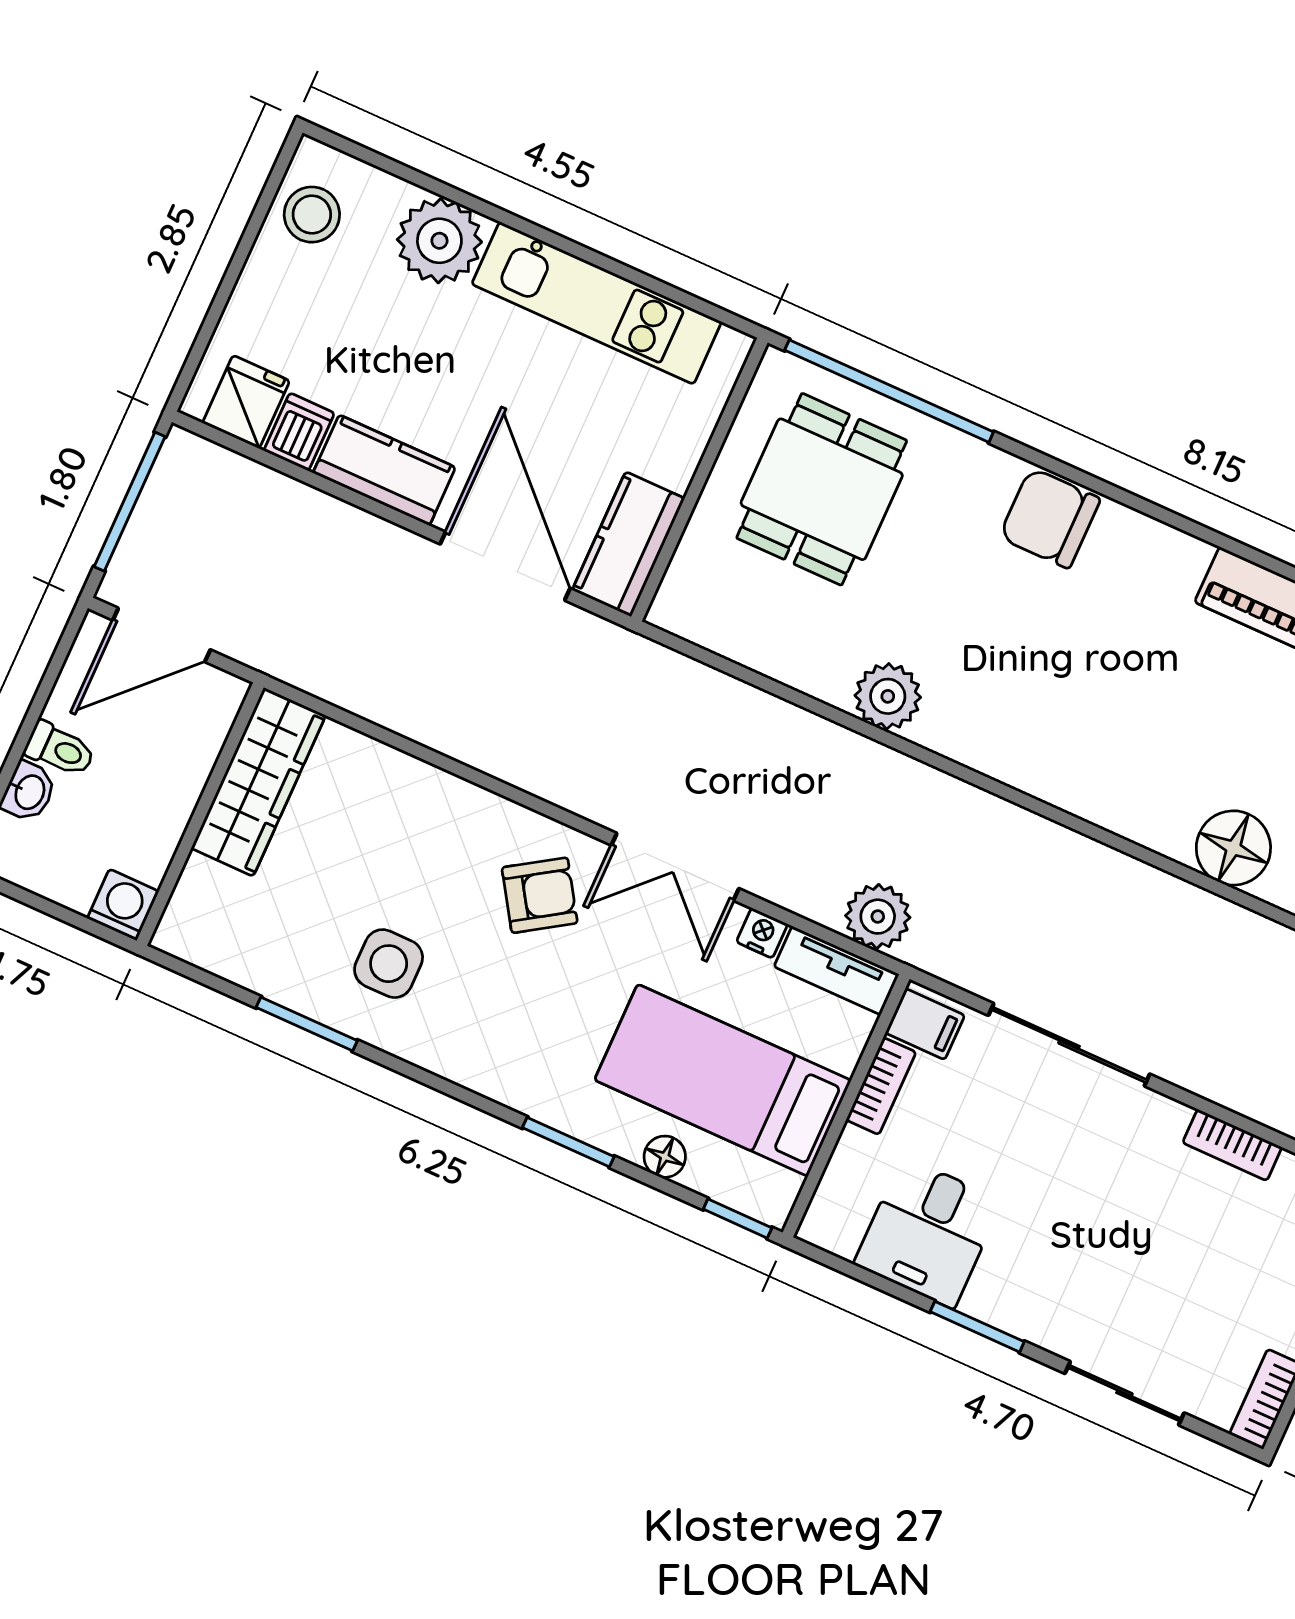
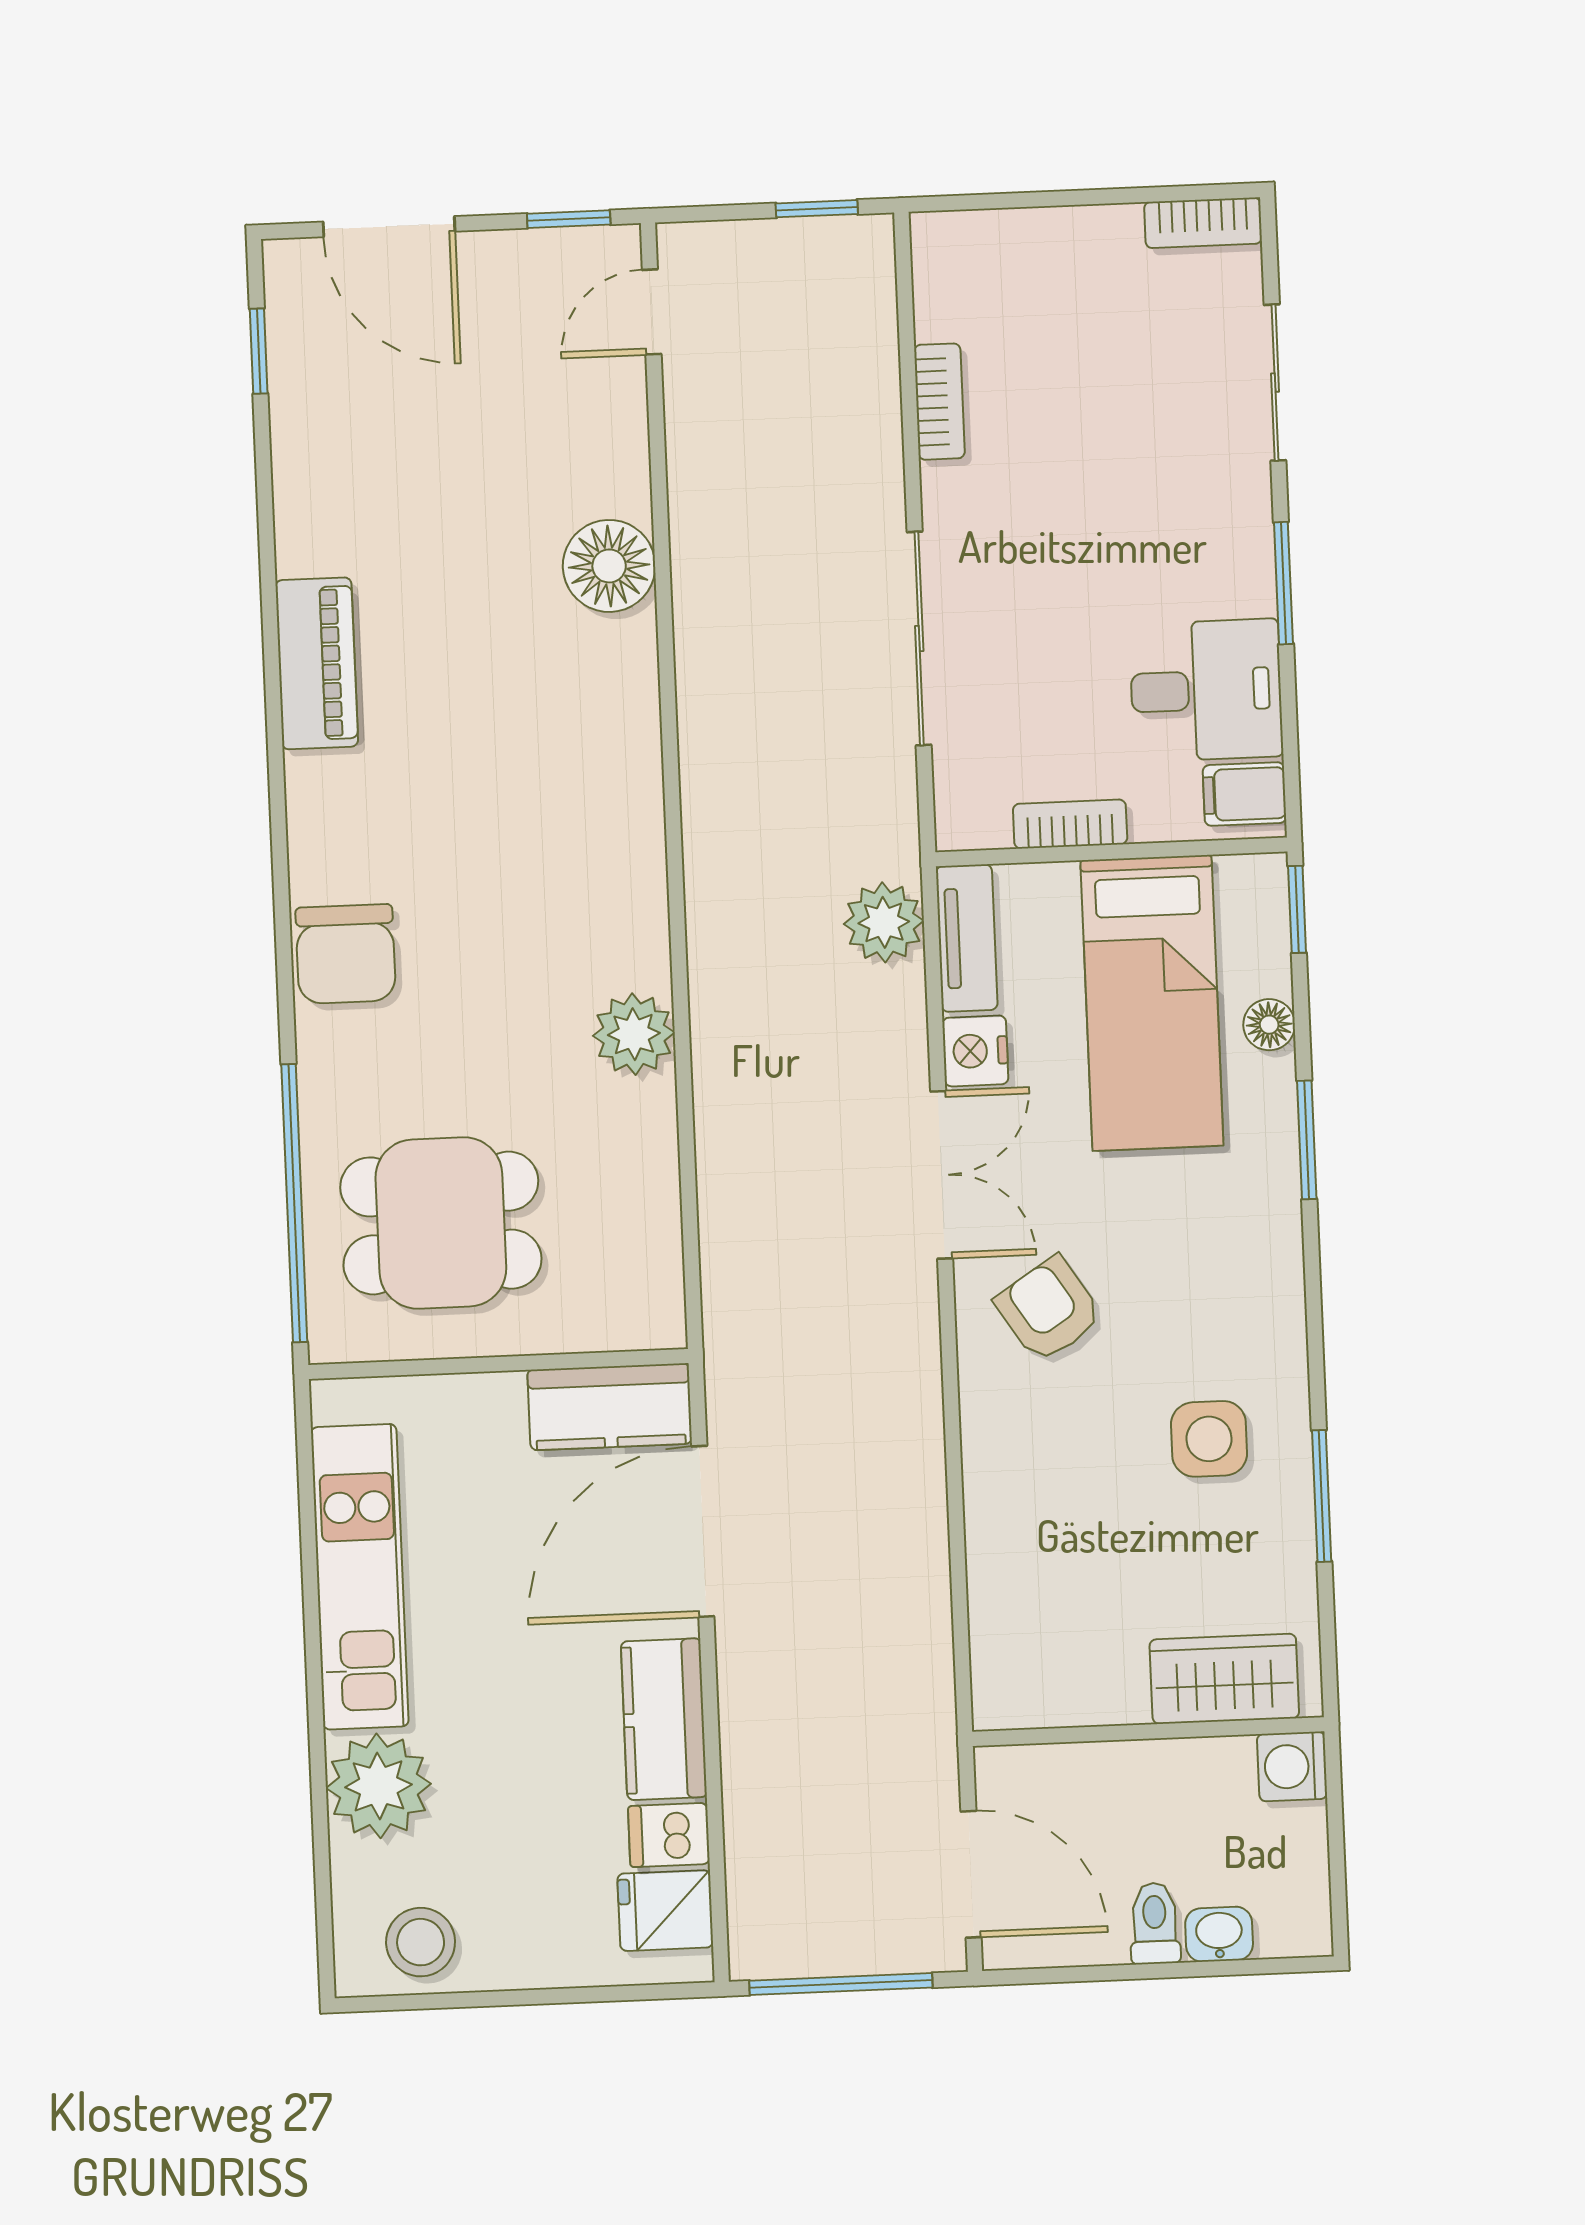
wardrobe: (258, 782) -> (1224, 1679), moved, width x0.67
nightstand: (762, 933) -> (975, 1051), width x1.39, depth x1.35
filing cabinet: (925, 1024) -> (1244, 794), moved, turned -90

